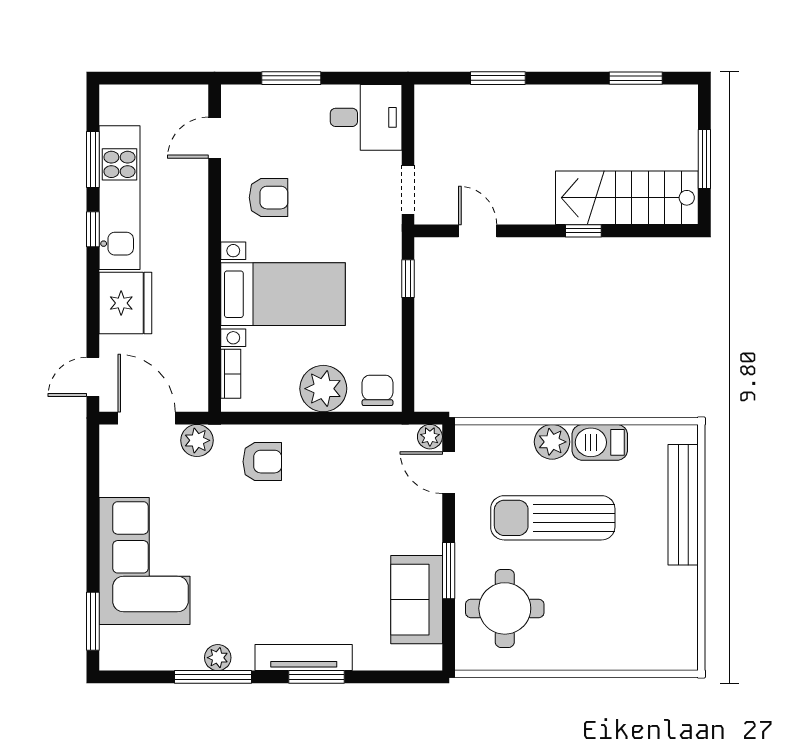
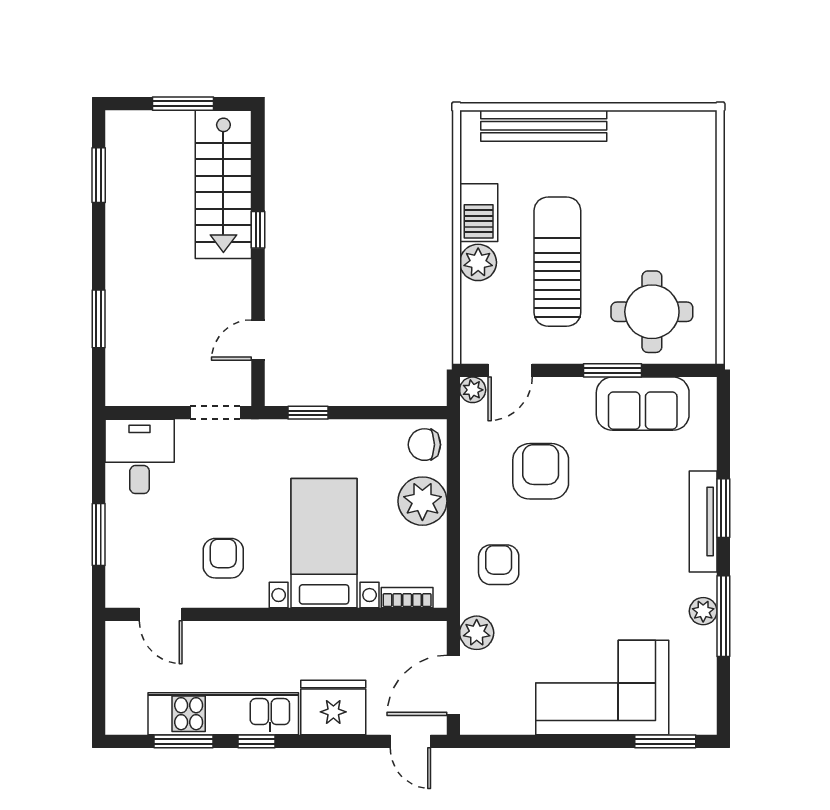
armchair: (352, 502) -> (541, 471), added
sun lounger: (553, 518) -> (557, 262), turned 180

